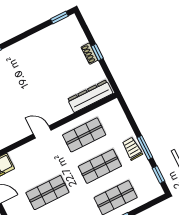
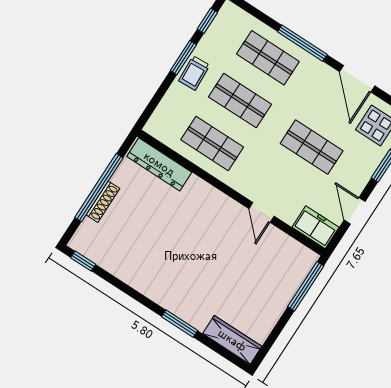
window: (97, 52) -> (99, 188), width x3.17
shoe rack: (89, 54) -> (103, 202), width x1.43
door: (42, 132) -> (261, 212), moved

